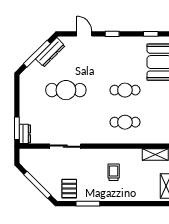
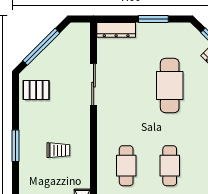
window: (17, 128) -> (153, 19), moved
dresser: (25, 134) -> (116, 30), width x1.44
window: (88, 204) -> (16, 146), moved

